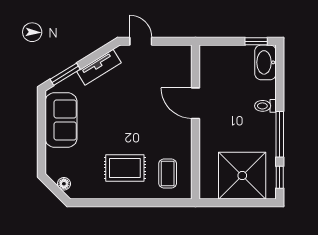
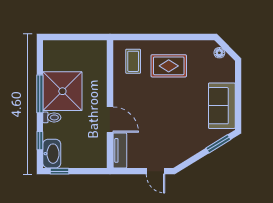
tv unit: (99, 67) -> (120, 150), moved, turned 122
shower: (242, 176) -> (62, 91), moved
window: (280, 177) -> (40, 141), moved

